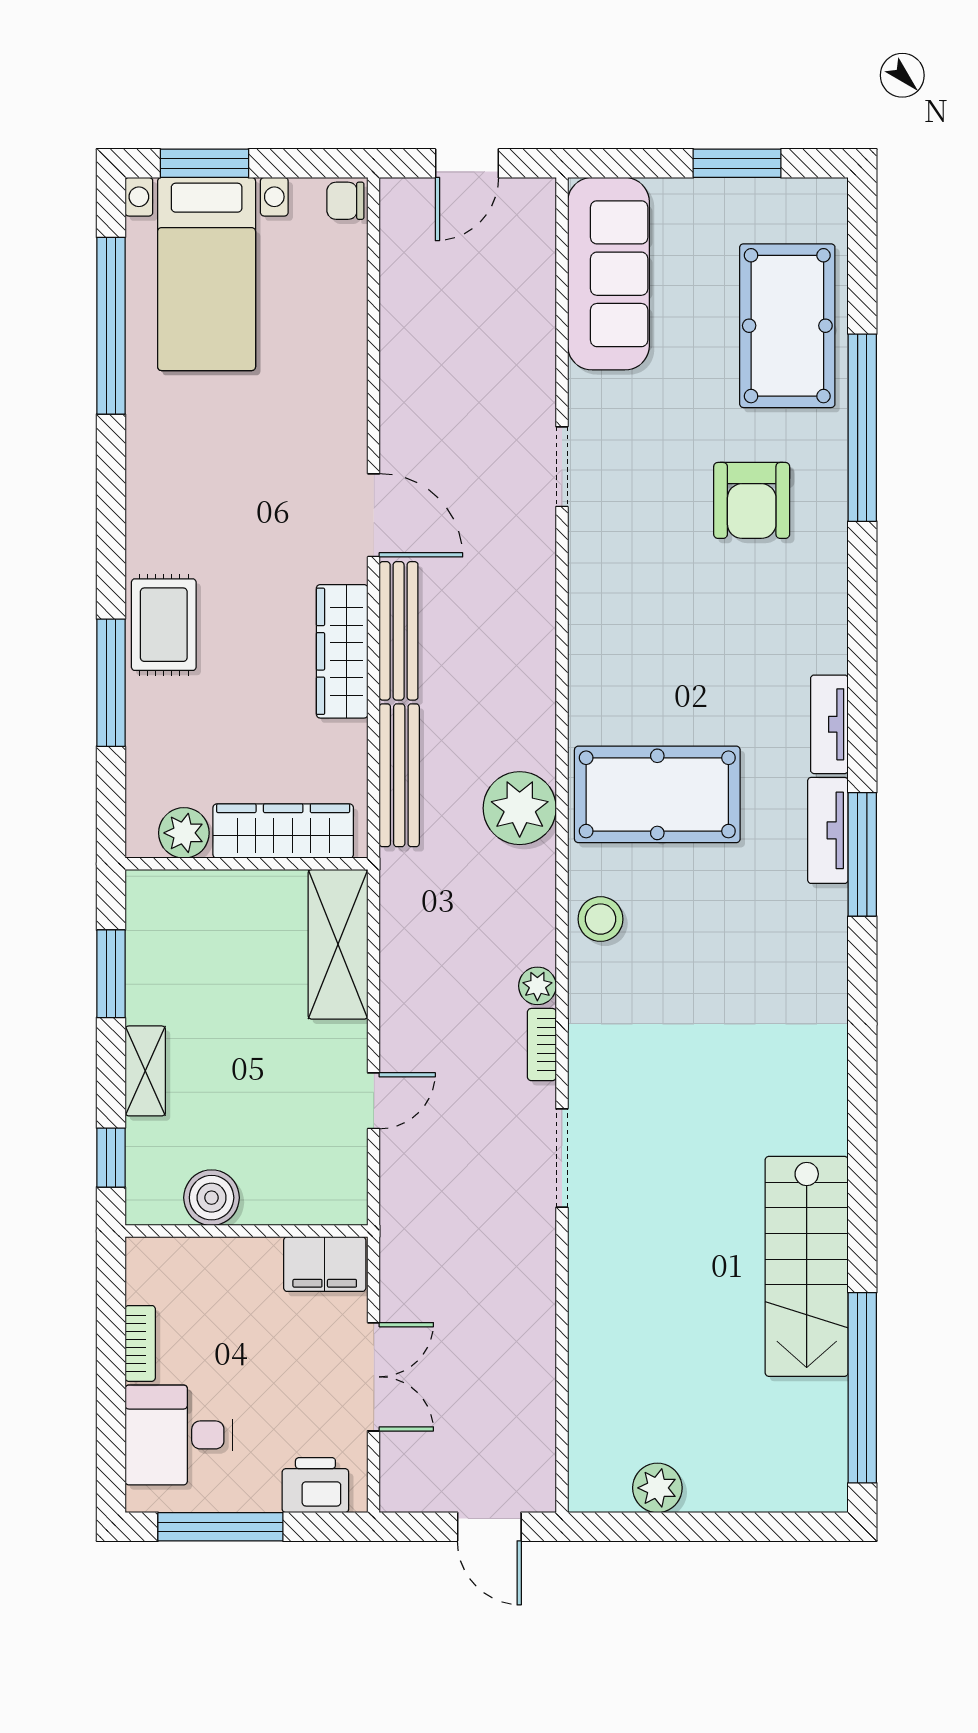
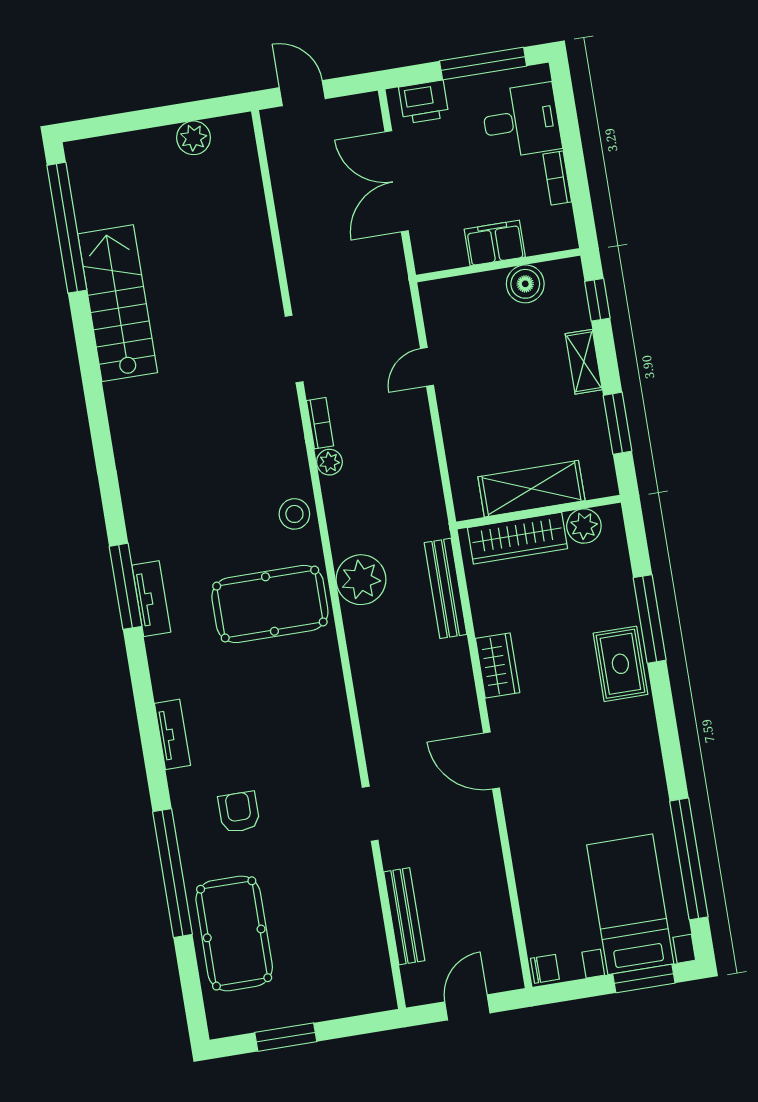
sofa: (608, 274) -> (360, 949), removed
armchair: (752, 500) -> (239, 812), width x0.72, depth x0.72
bench: (399, 631) -> (404, 916), moved
wardrobe: (342, 651) -> (498, 666), width x0.67
tv unit: (829, 724) -> (173, 734), moved
shelving: (338, 944) -> (531, 489), moved, turned 90
filing cabinet: (325, 1264) -> (495, 243), moved
double door: (374, 1377) -> (397, 181), width x1.37

